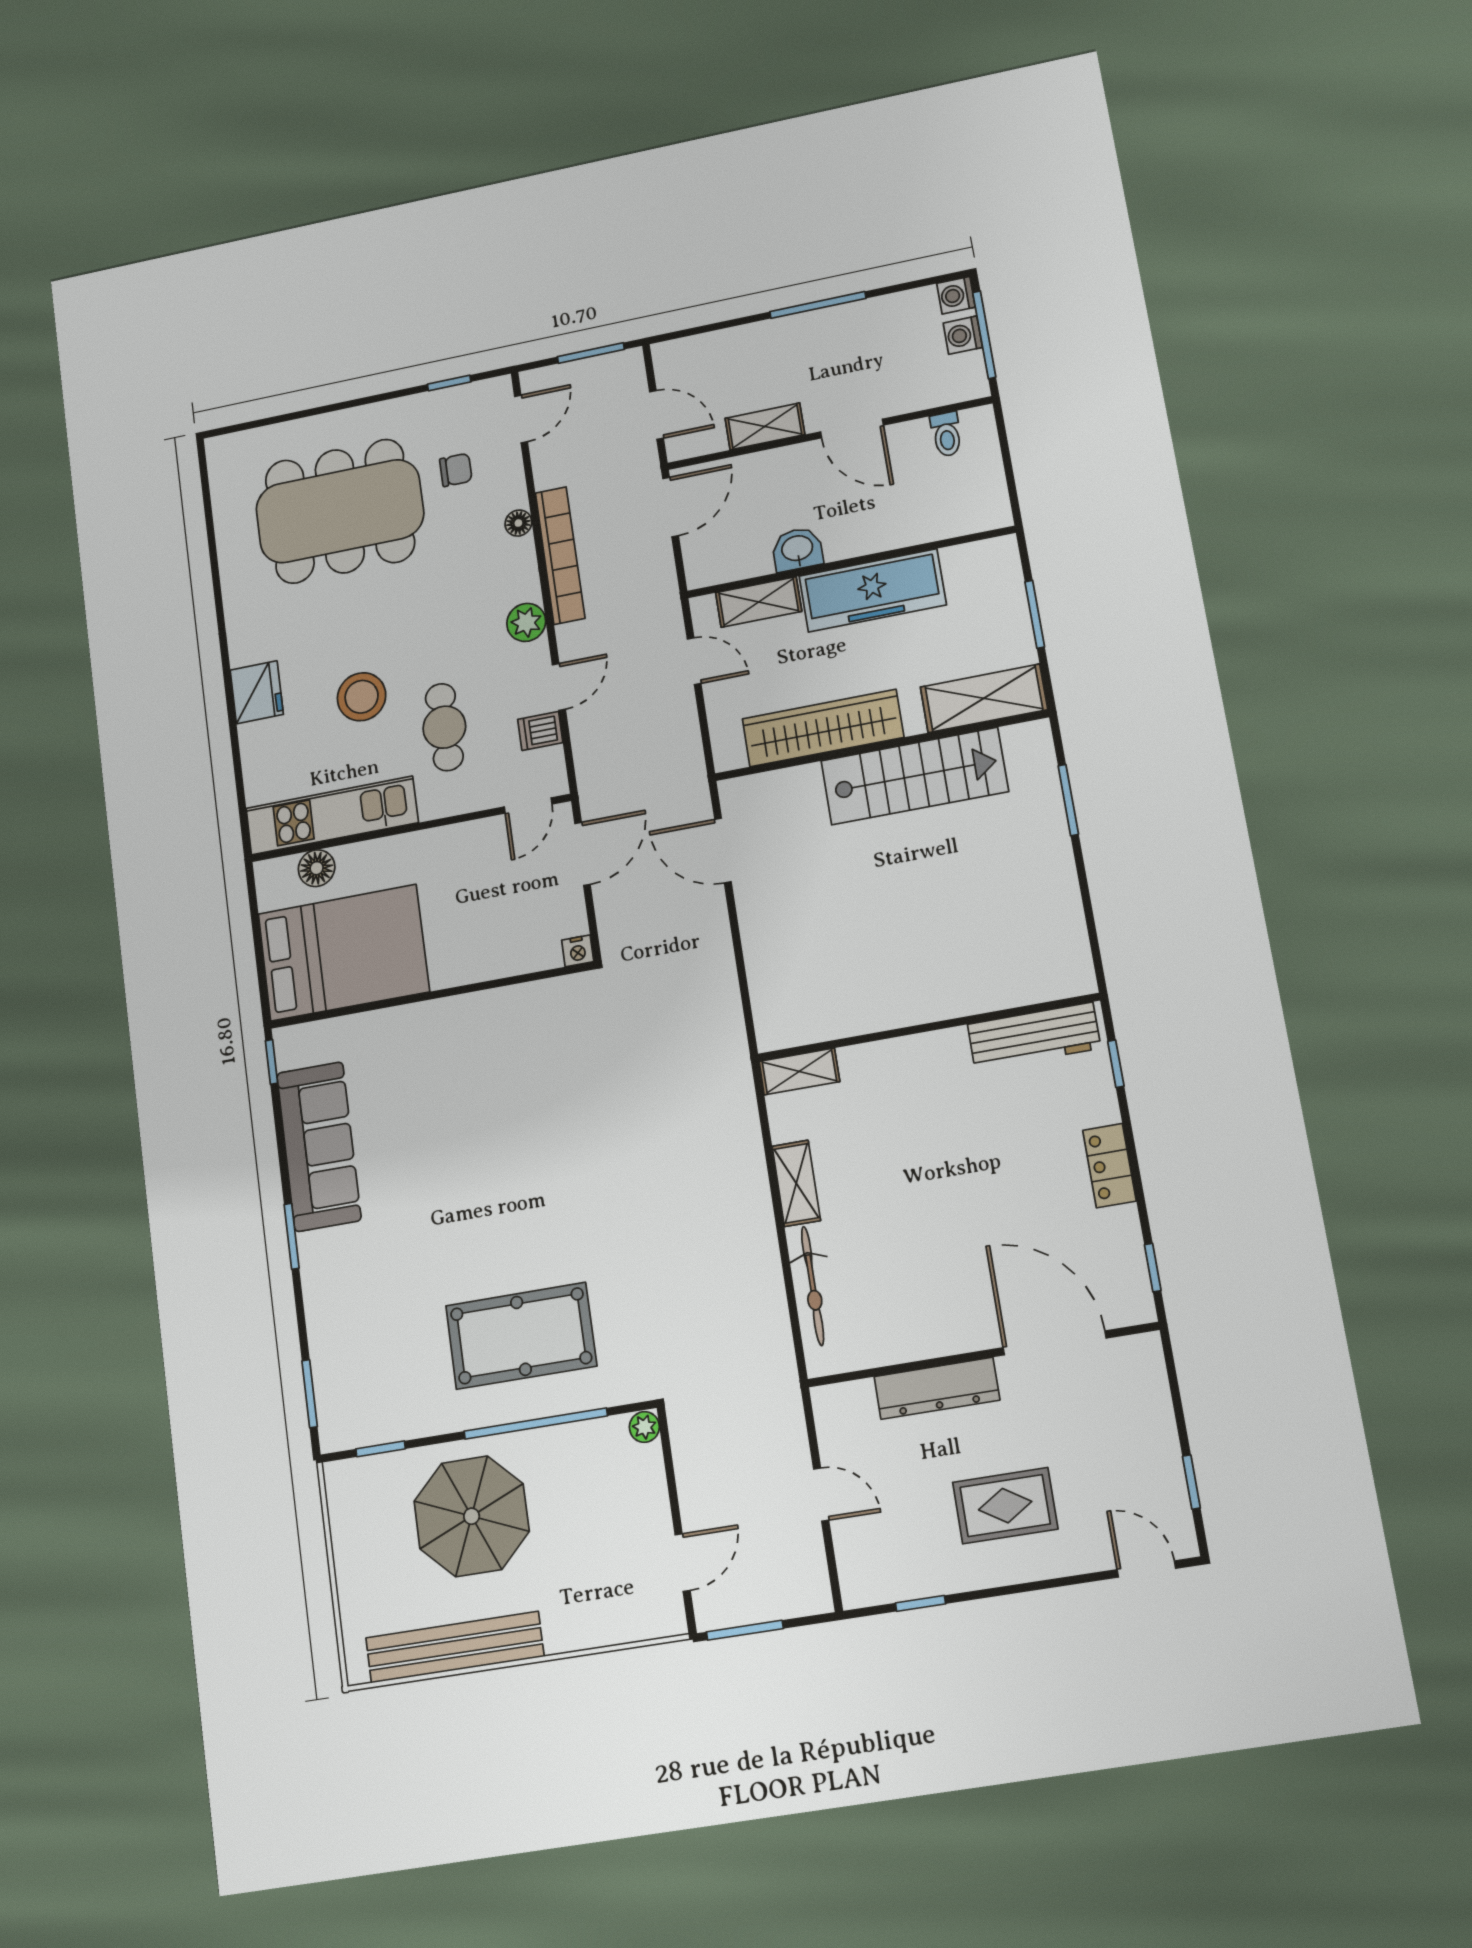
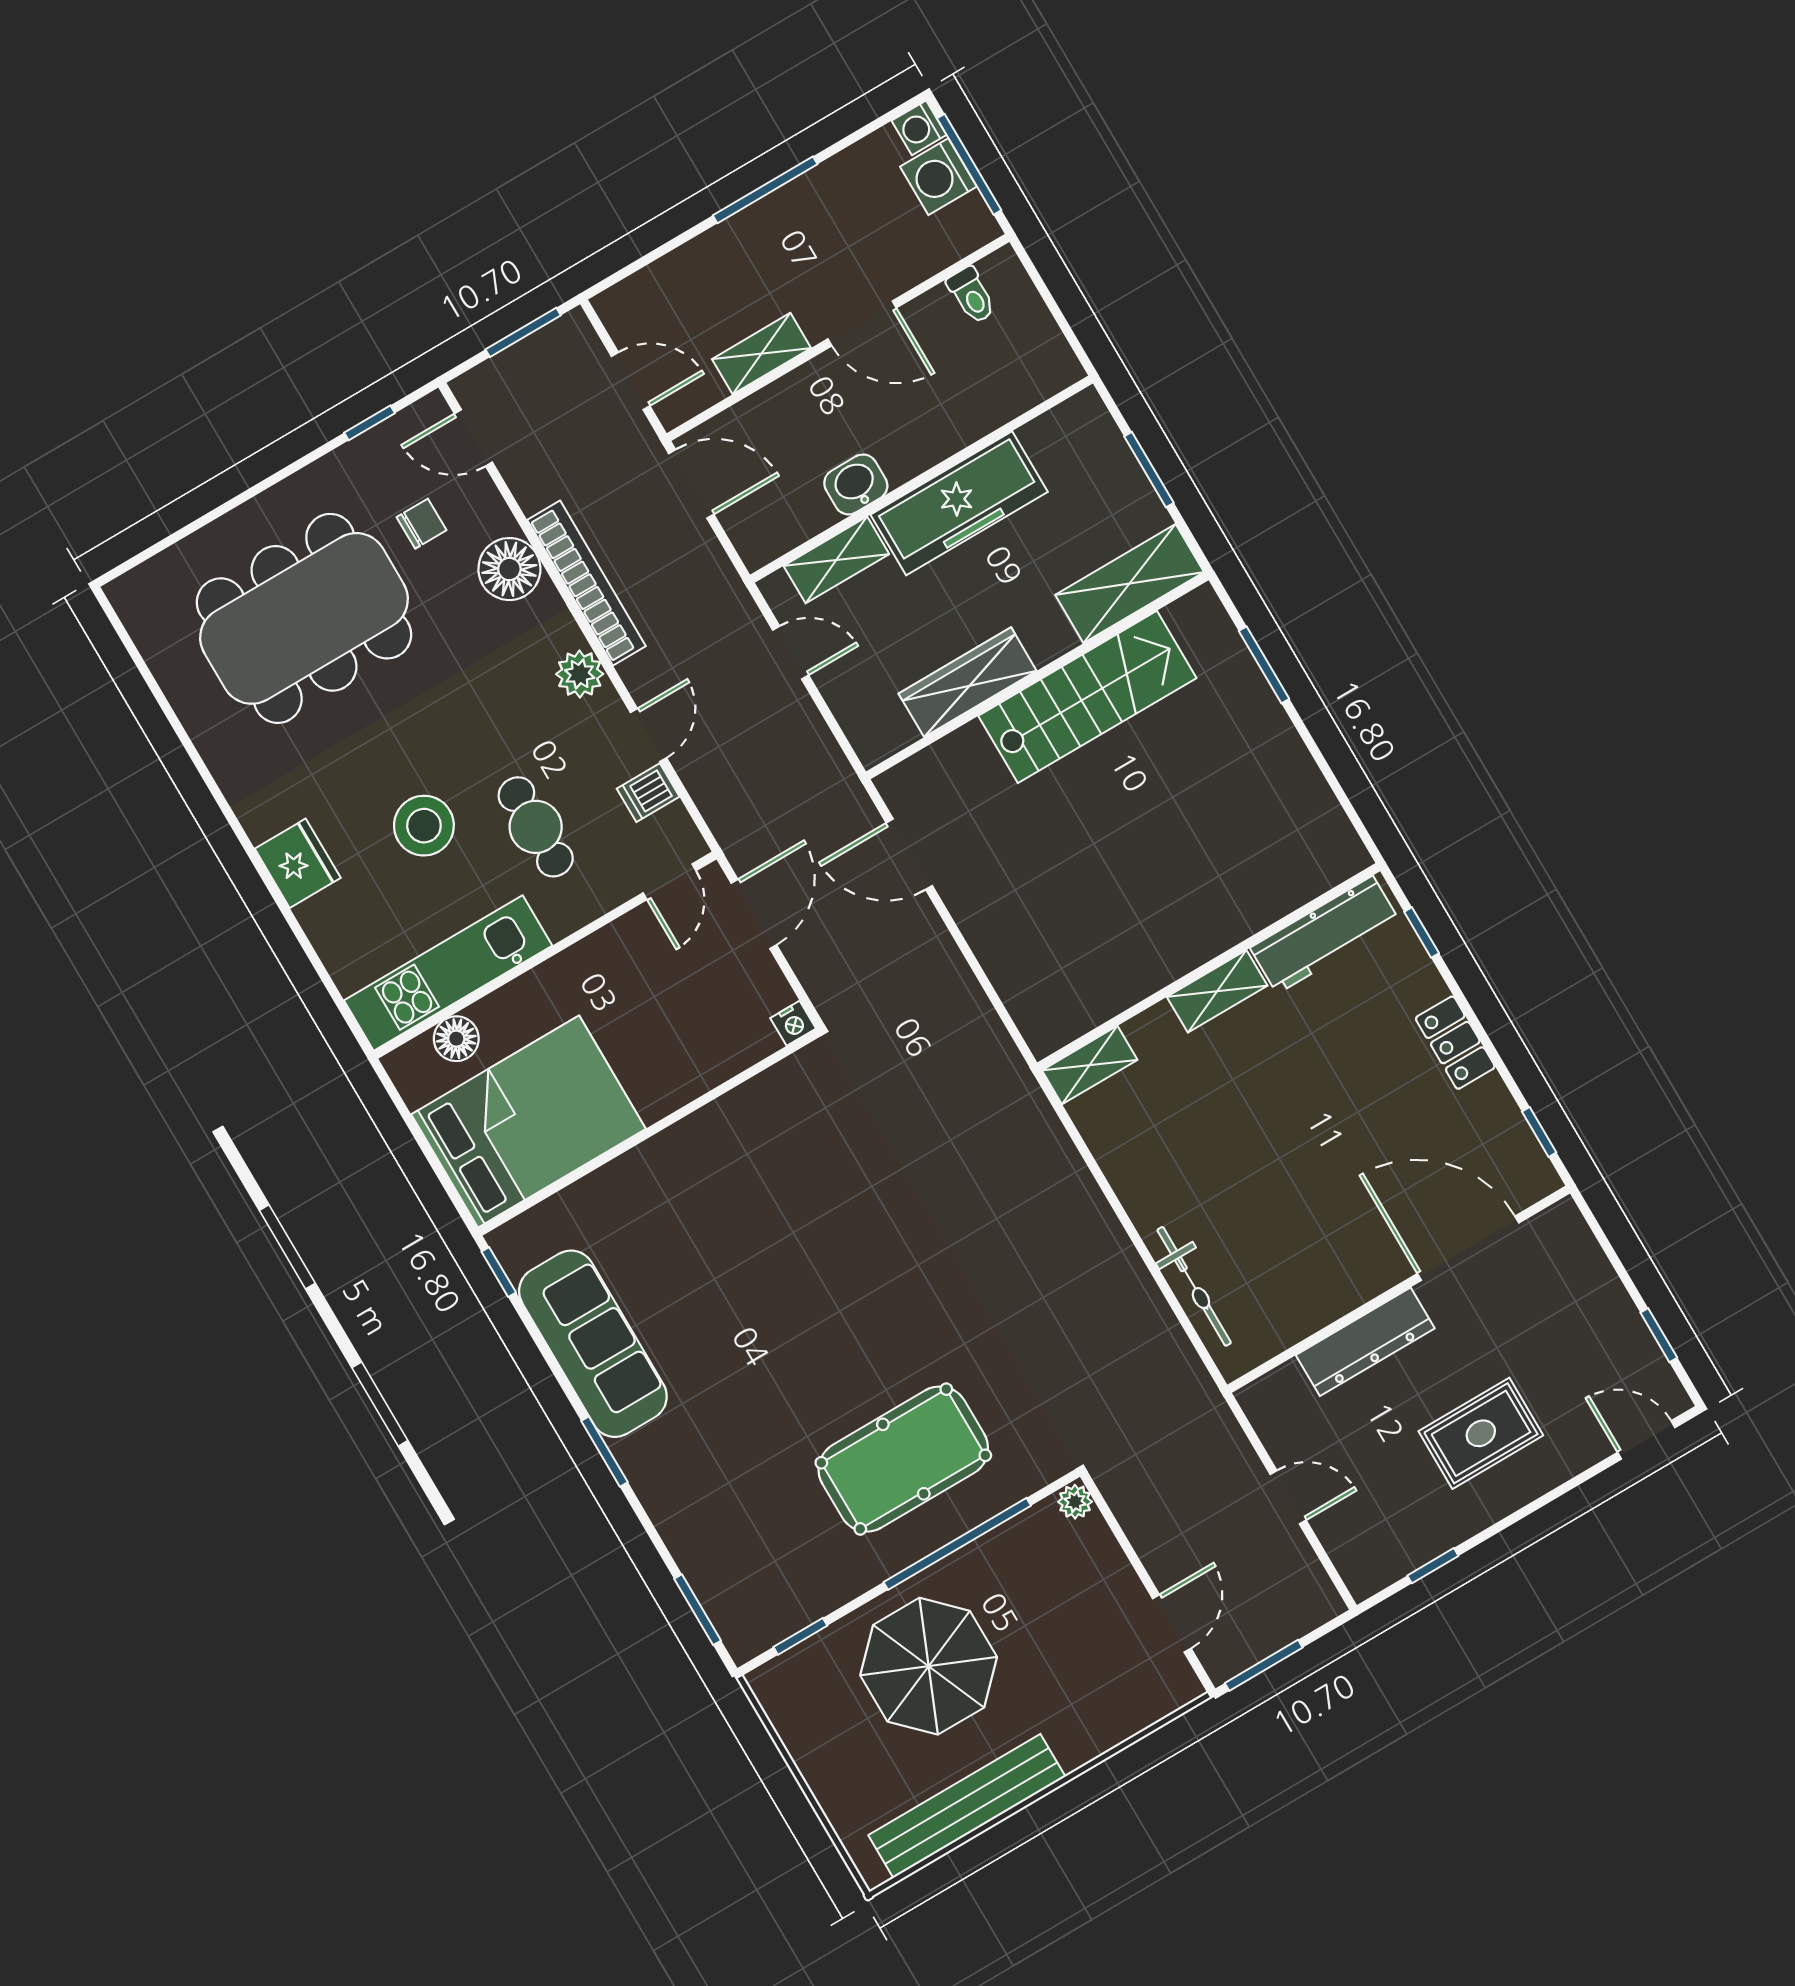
washing machine: (963, 335) -> (938, 177), width x1.38, depth x1.38
door: (521, 419) -> (473, 438), swing flipped
door: (671, 507) -> (691, 484), hinge flipped
floor lamp: (518, 523) -> (509, 569), width x1.89, depth x1.89
wardrobe: (823, 728) -> (968, 682), width x0.71, depth x0.85
shelving: (796, 1183) -> (1217, 991), moved, turned 90

